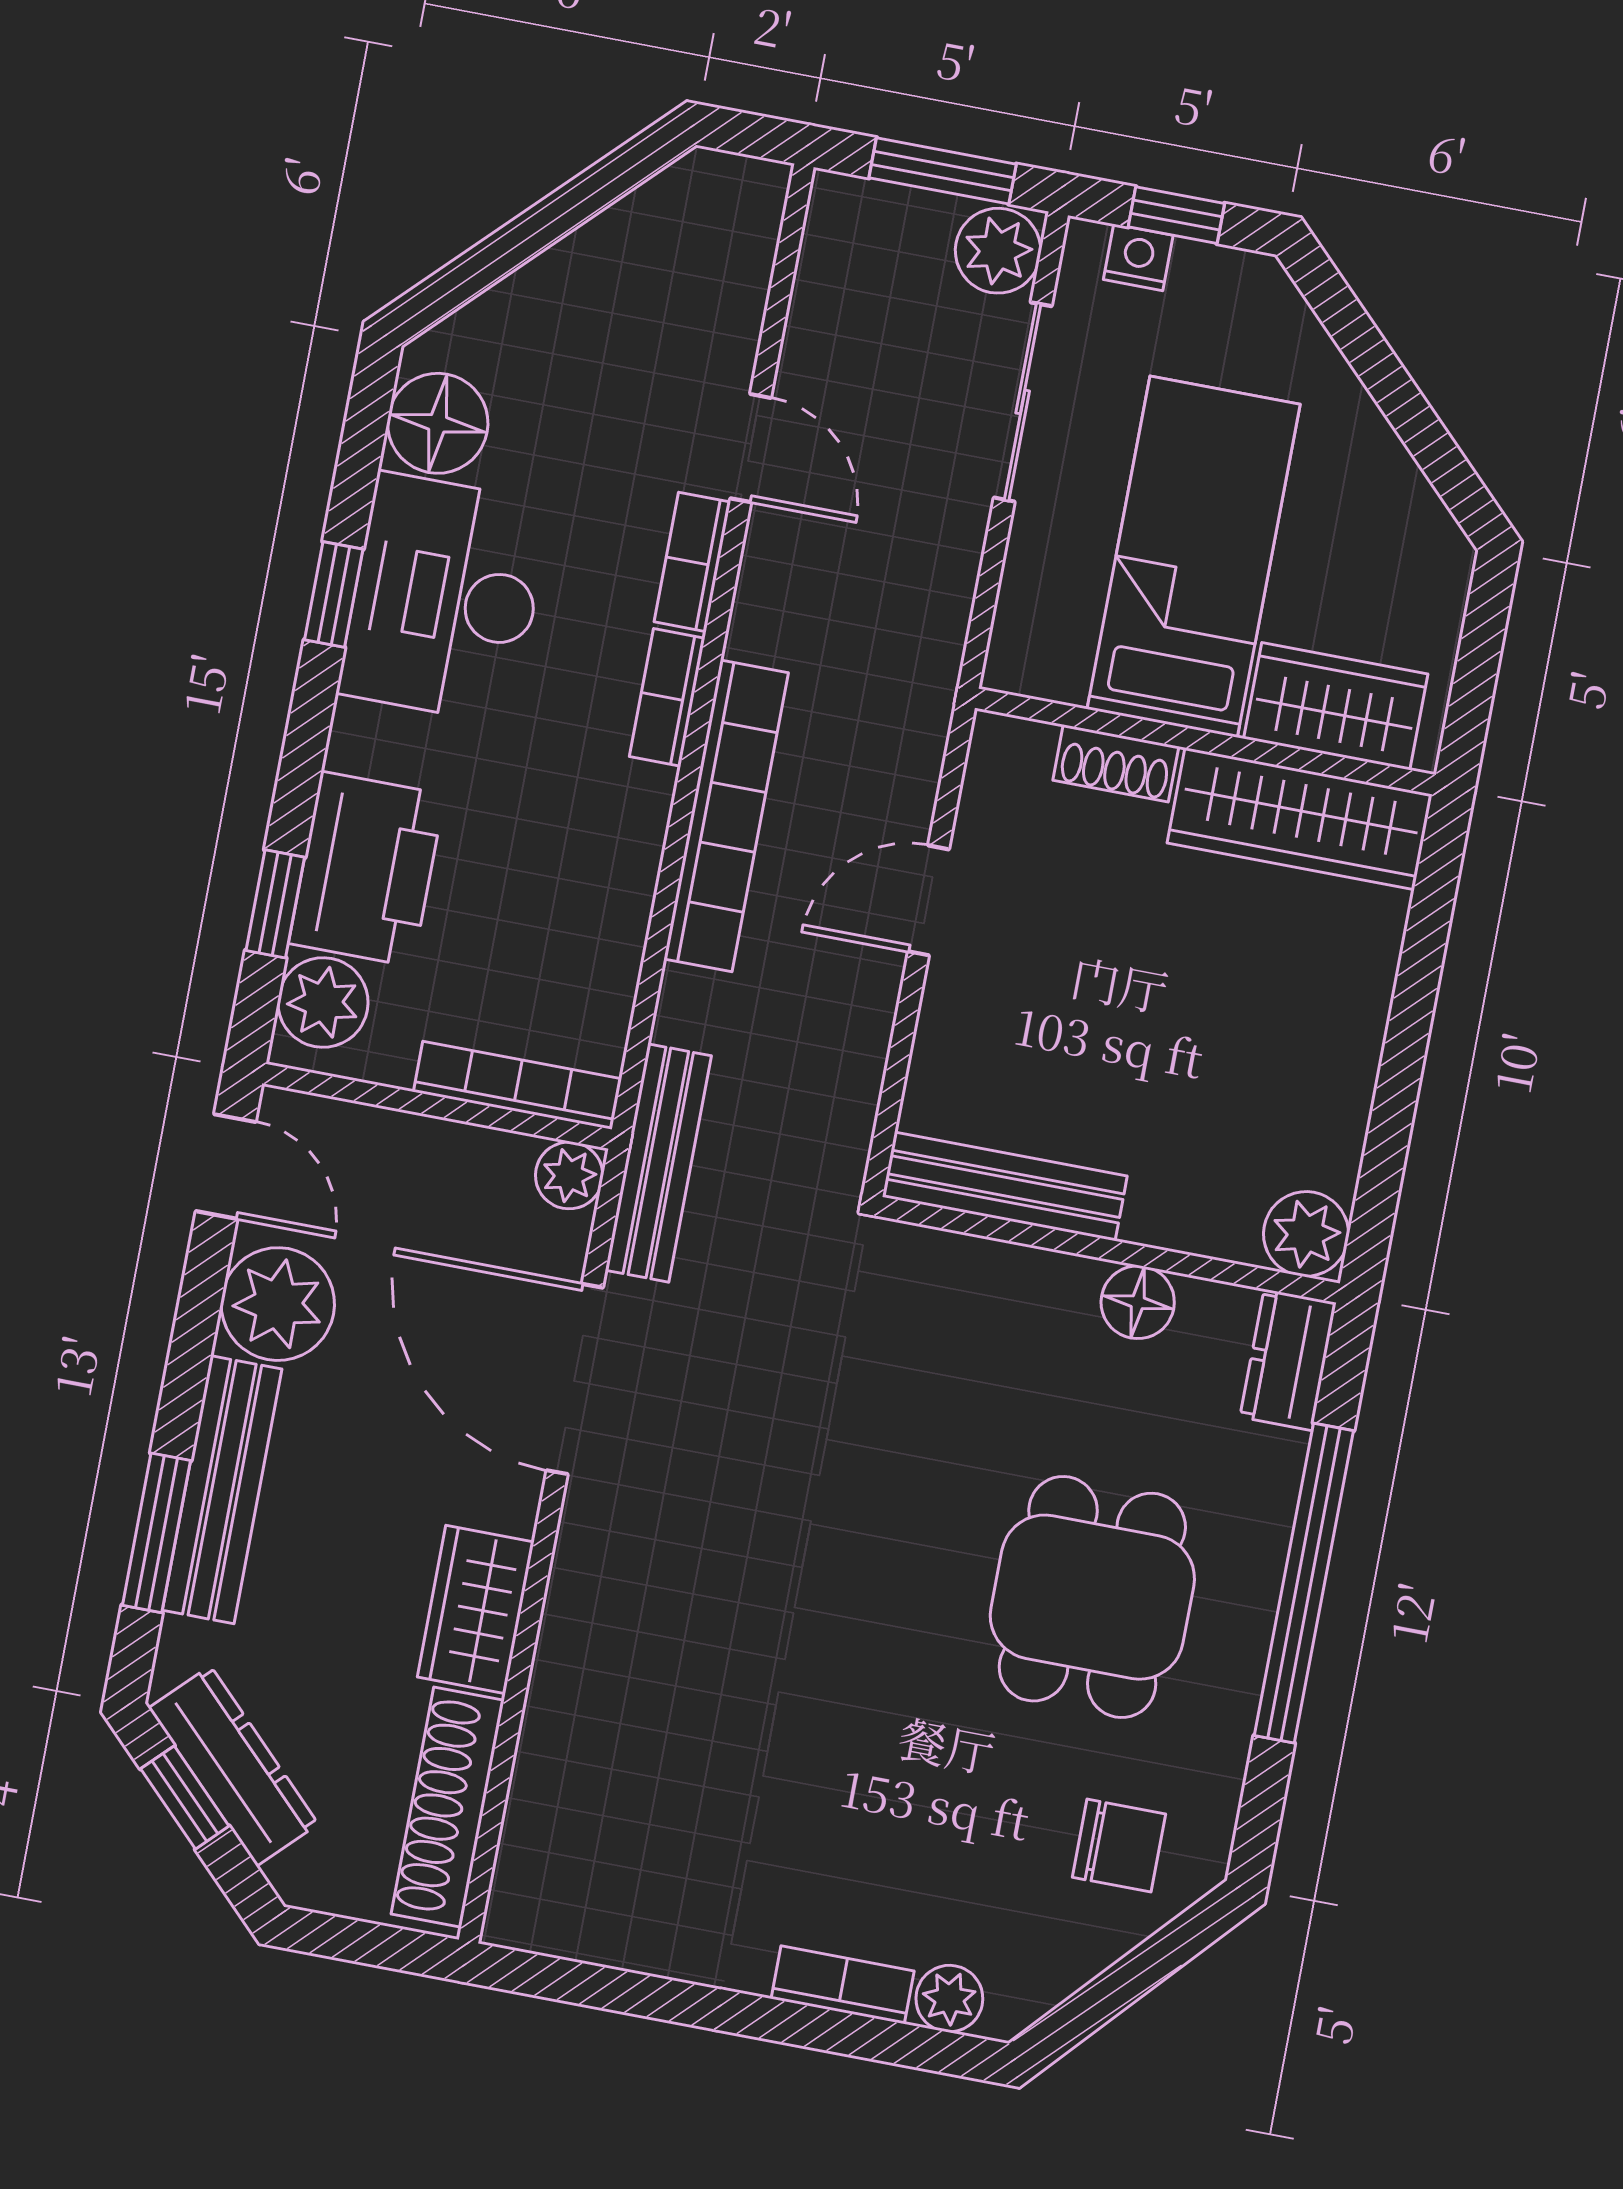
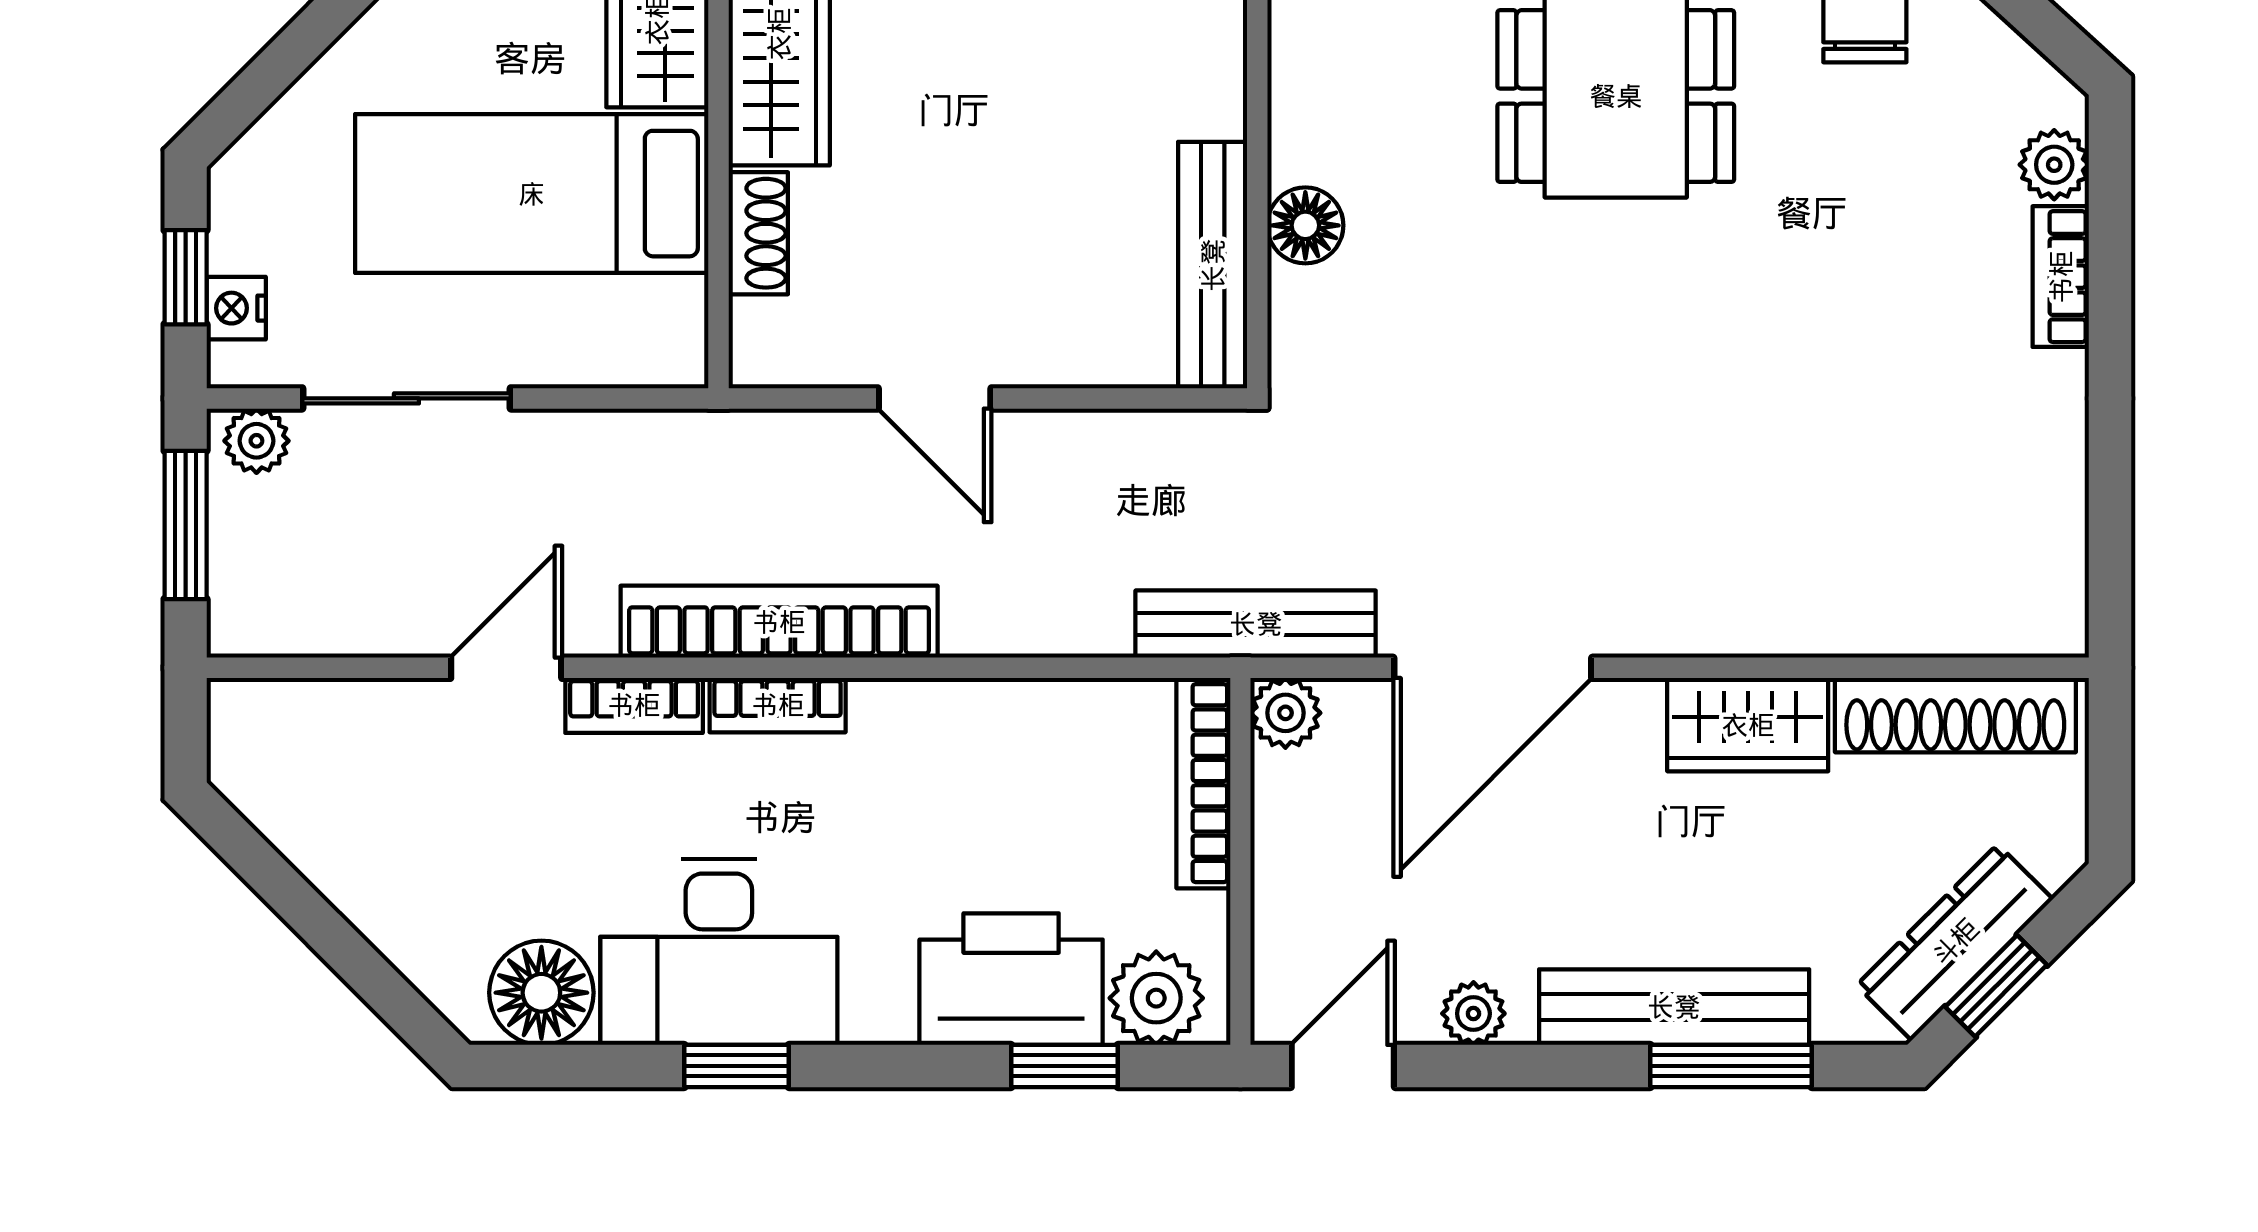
plant: (998, 251) -> (256, 441), width x0.73, depth x0.73
bookcase: (726, 816) -> (779, 622), moved
floor lamp: (1138, 1302) -> (1305, 225), moved
plant: (278, 1304) -> (1473, 1014), width x0.53, depth x0.53

